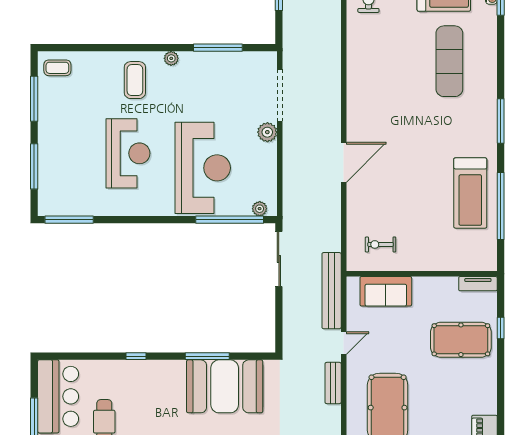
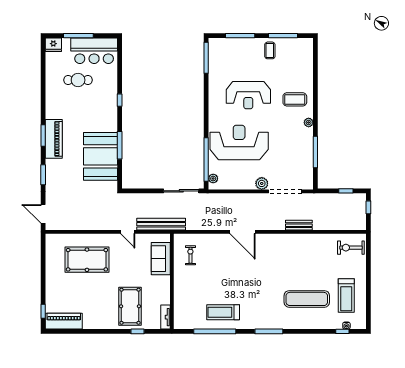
coffee table: (57, 68) -> (270, 50), moved
reception desk: (203, 168) -> (239, 142), turned 180
treadmill: (470, 193) -> (223, 312), width x0.73, depth x0.73
bench: (333, 383) -> (299, 225), moved

